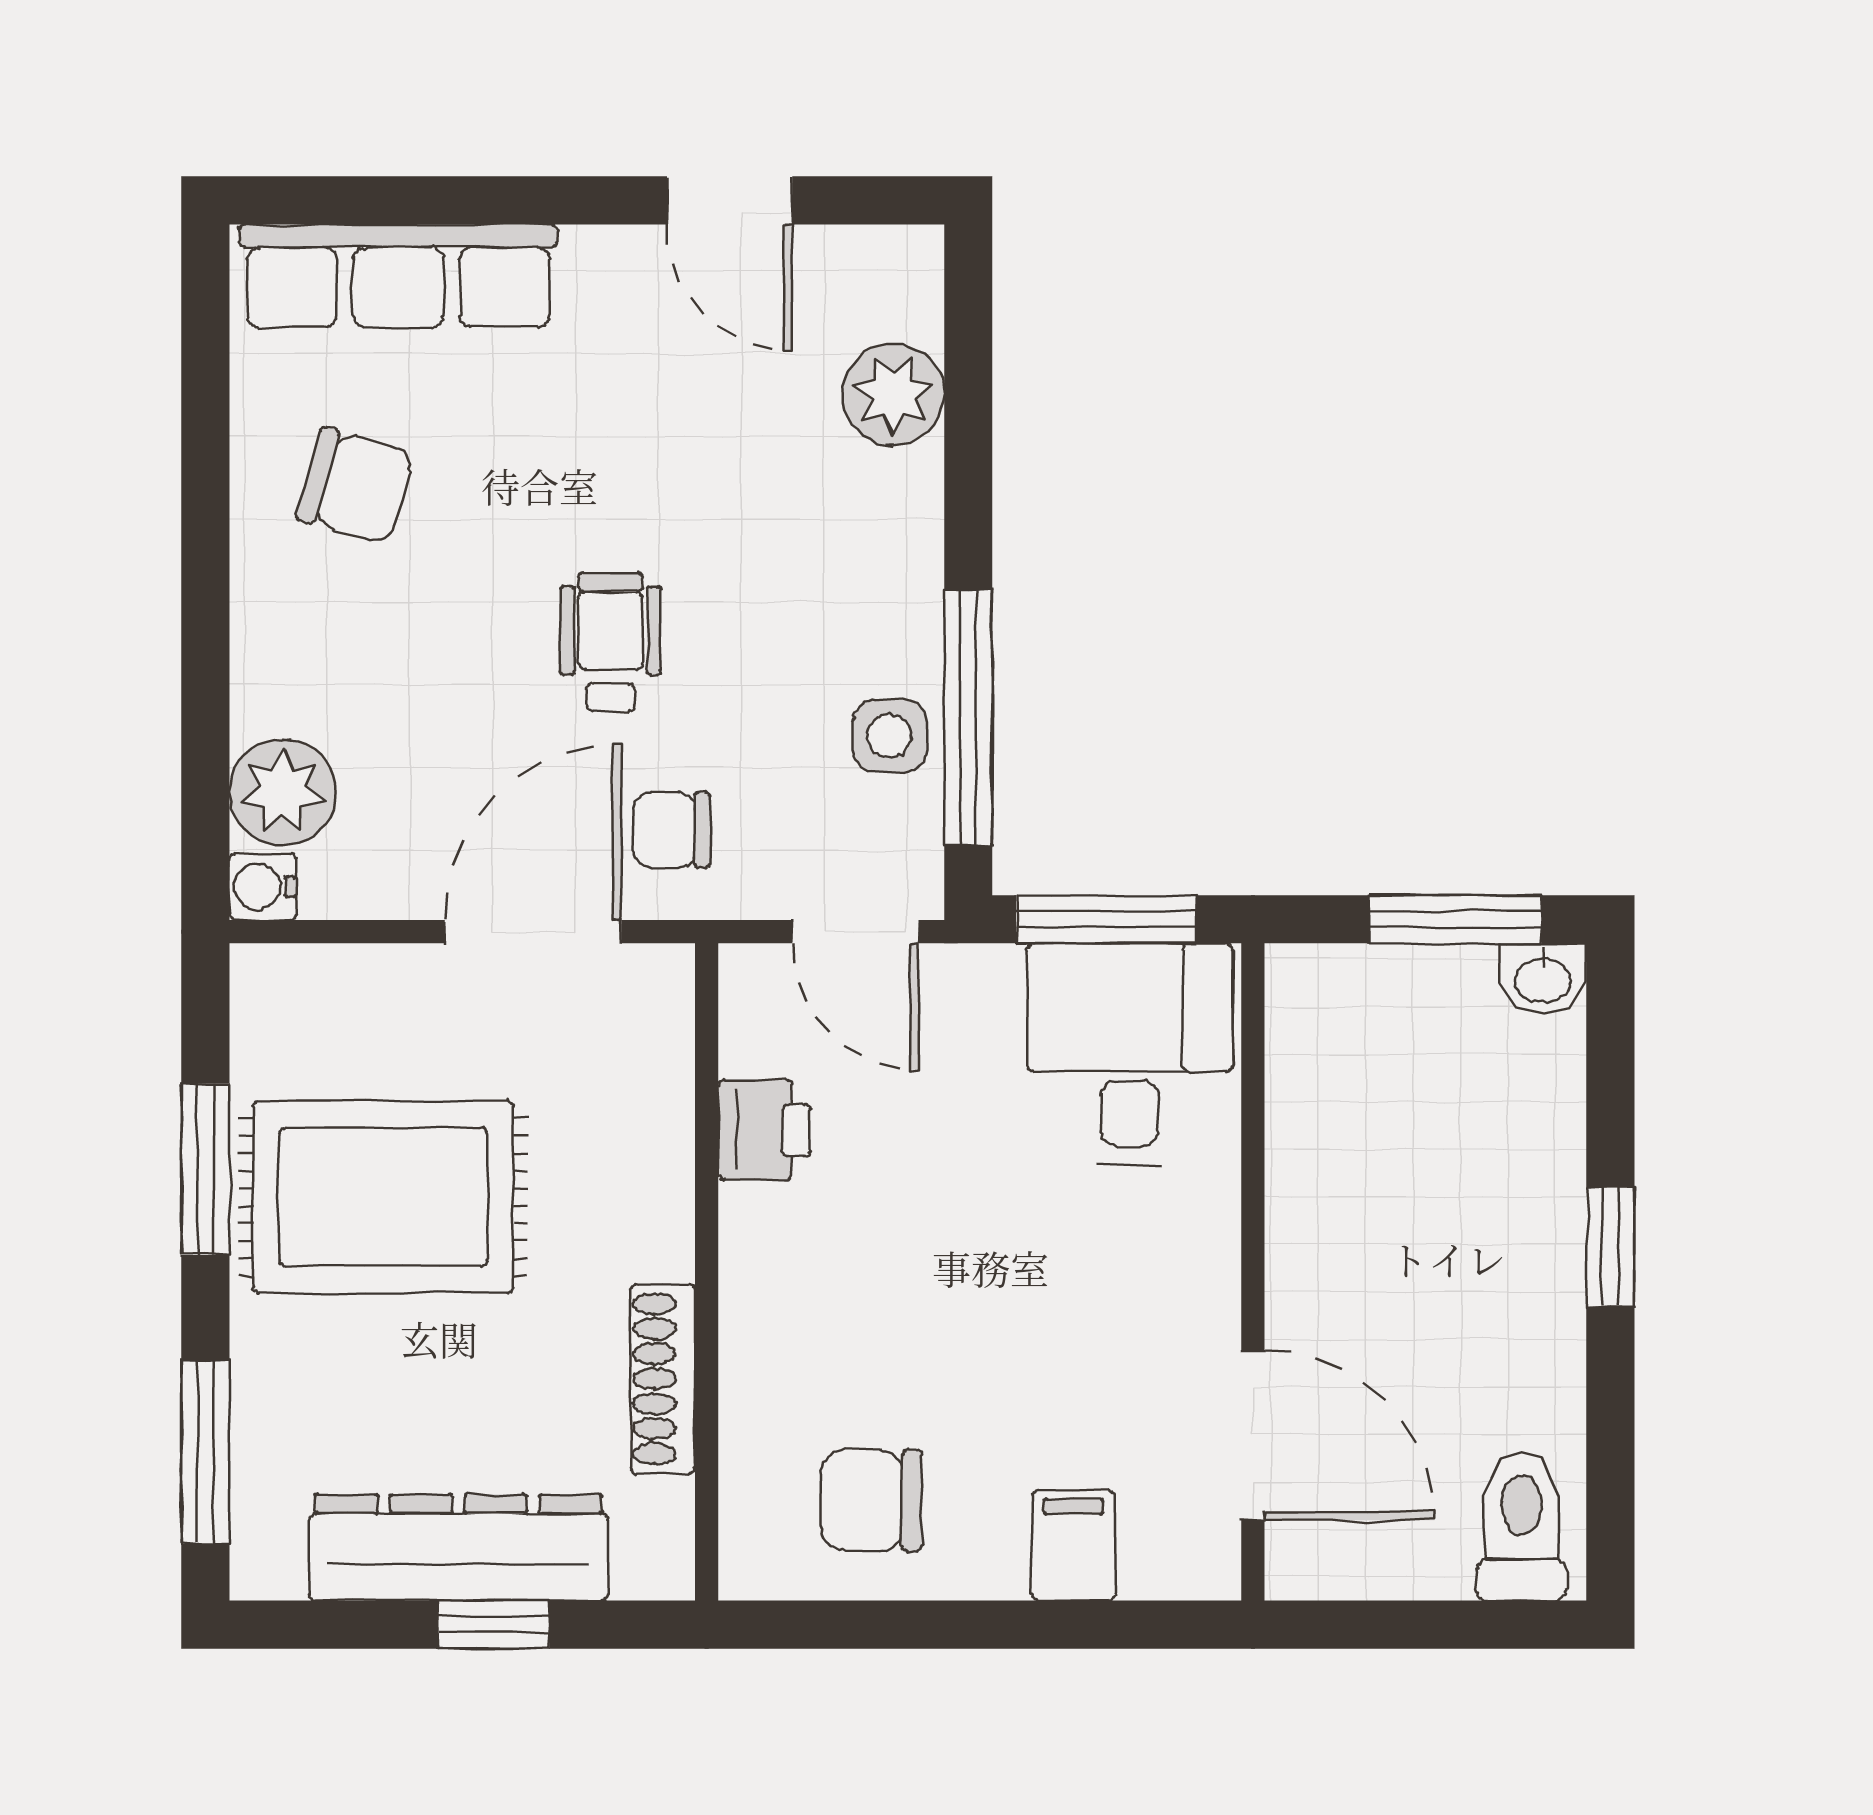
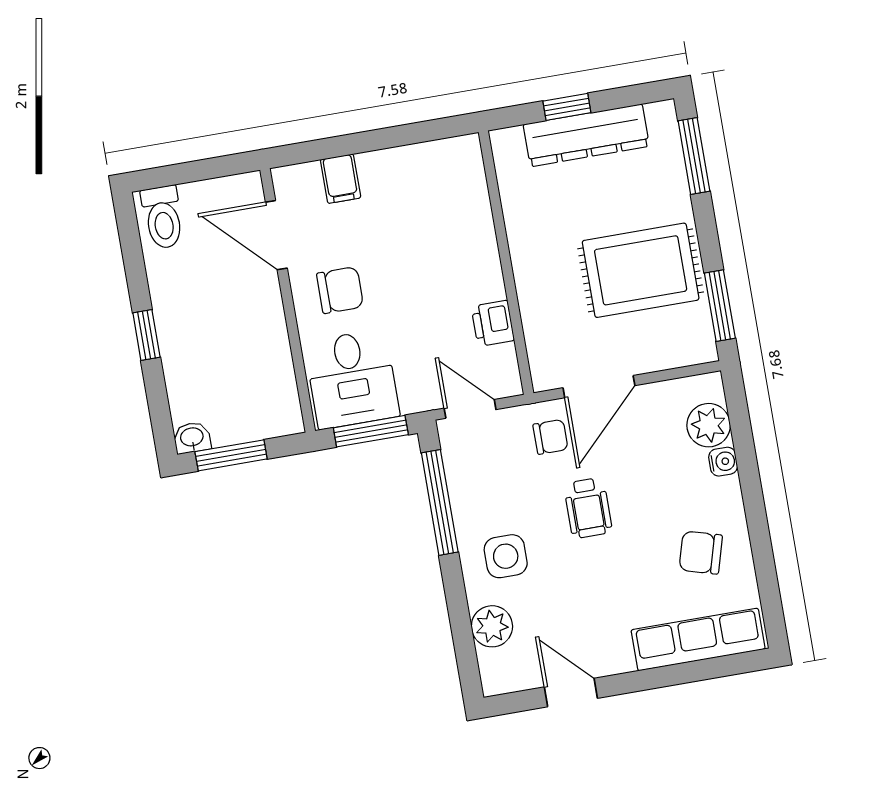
side table: (890, 736) -> (506, 556), moved, width x1.37, depth x1.37
water cooler: (263, 887) -> (723, 462), moved
window: (205, 1169) -> (720, 306), moved
shoe rack: (663, 1379) -> (516, 217), removed
chair: (871, 1500) -> (340, 290), moved

